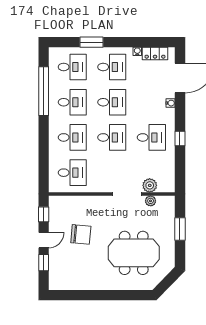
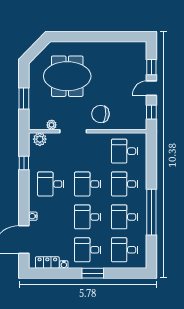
window: (91, 42) -> (93, 273), moved
window: (44, 91) -> (151, 212), moved
window: (180, 139) -> (24, 163), moved
plant: (150, 185) -> (40, 139), moved
chair: (81, 234) -> (100, 114), moved

